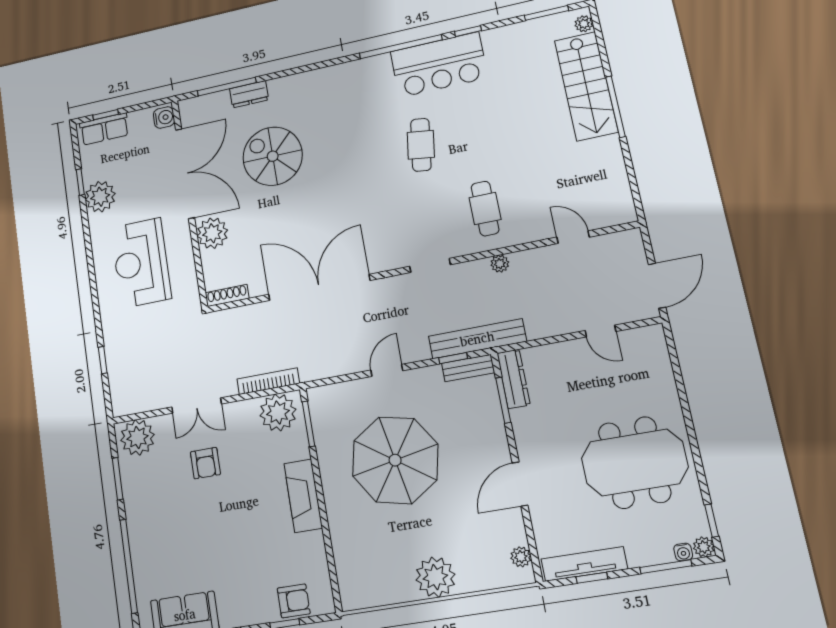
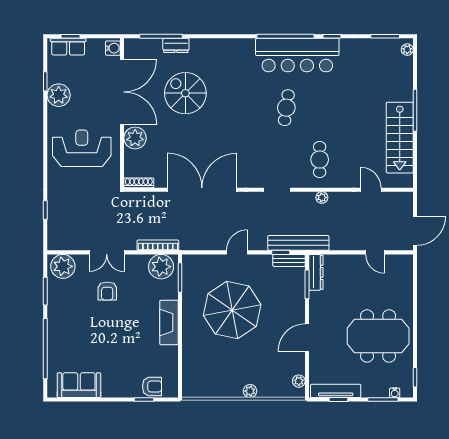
bar counter: (439, 65) -> (297, 55), width x1.36
stairs: (586, 86) -> (400, 138), moved
reception desk: (141, 263) -> (82, 148), turned 90
plant: (704, 547) -> (407, 392), removed
plant: (435, 577) -> (250, 391), width x0.53, depth x0.53

